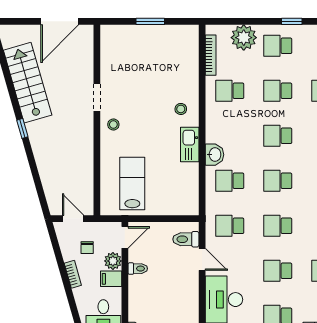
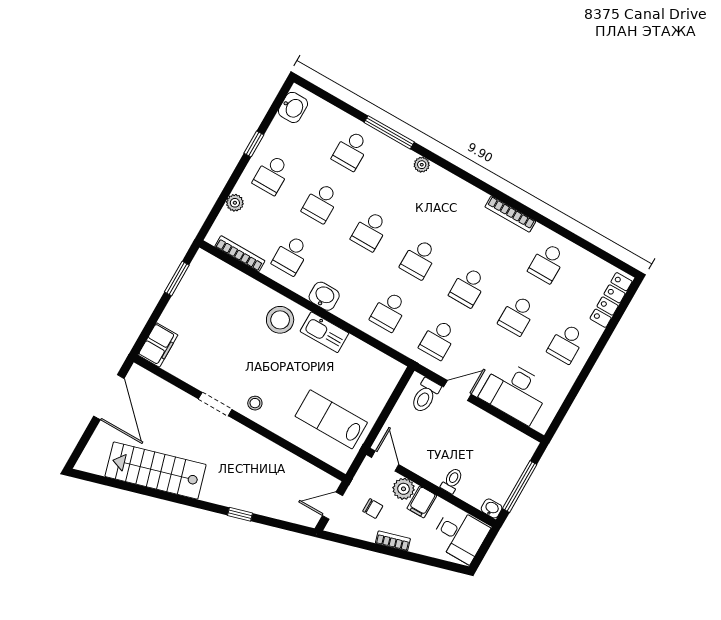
window: (150, 21) -> (177, 279), moved
filing cabinet: (115, 35) -> (158, 345), added
plant: (244, 38) -> (235, 203), width x0.53, depth x0.53
stool: (181, 109) -> (280, 320), width x1.89, depth x1.89
window: (22, 128) -> (240, 514), moved
washbasin: (215, 155) -> (324, 296), moved
toilet: (138, 269) -> (452, 481), moved

